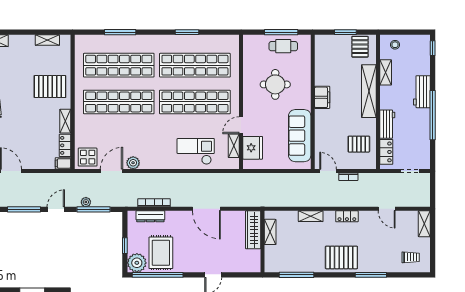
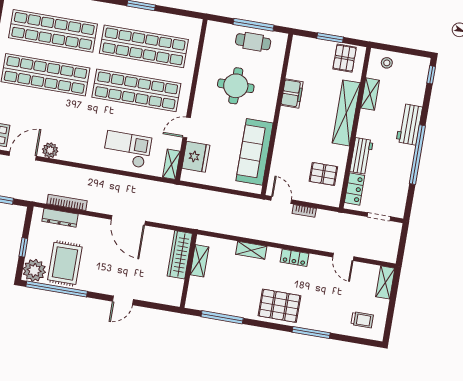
filing cabinet: (322, 97) -> (292, 93), moved
shelving: (234, 146) -> (171, 164), moved

